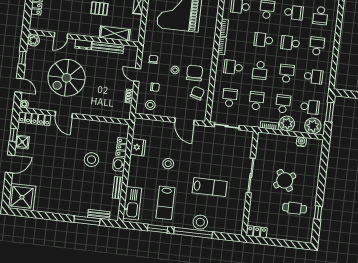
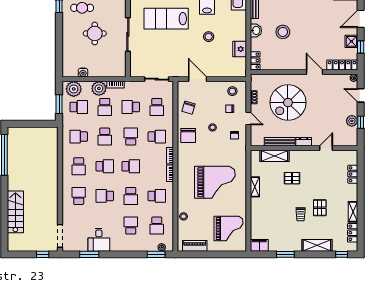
plant: (33, 40) -> (352, 121), moved
chair: (195, 73) -> (188, 135), moved
spiral stairs: (67, 78) -> (288, 103), moved, turned 180
school desk: (256, 101) -> (131, 107), turned 90
school desk: (310, 107) -> (79, 107), turned 180
locker: (122, 147) -> (255, 61), moved
round table: (285, 180) -> (95, 33), turned 36
lab bench: (210, 187) -> (166, 19), width x1.36, depth x1.39

